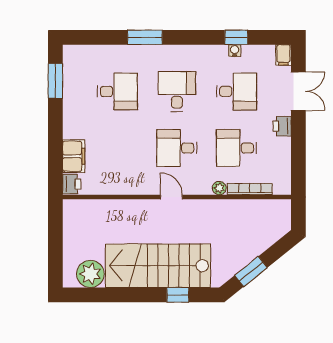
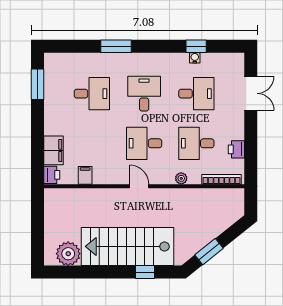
filing cabinet: (283, 55) -> (85, 175), moved, turned 180
printer: (282, 126) -> (236, 149), moved
bookcase: (250, 189) -> (221, 179), moved

